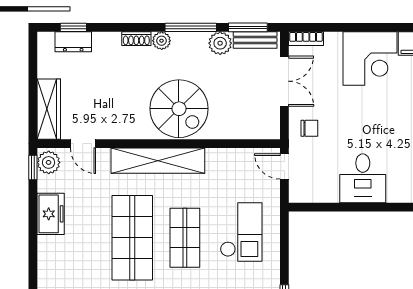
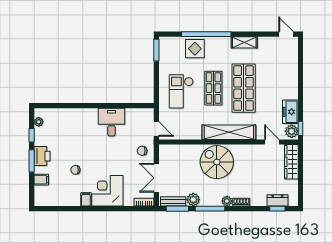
freezer: (51, 214) -> (290, 112), moved

